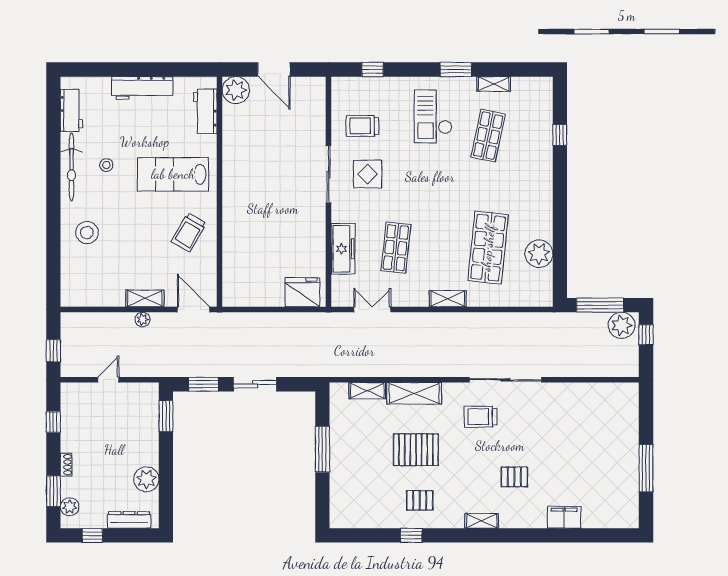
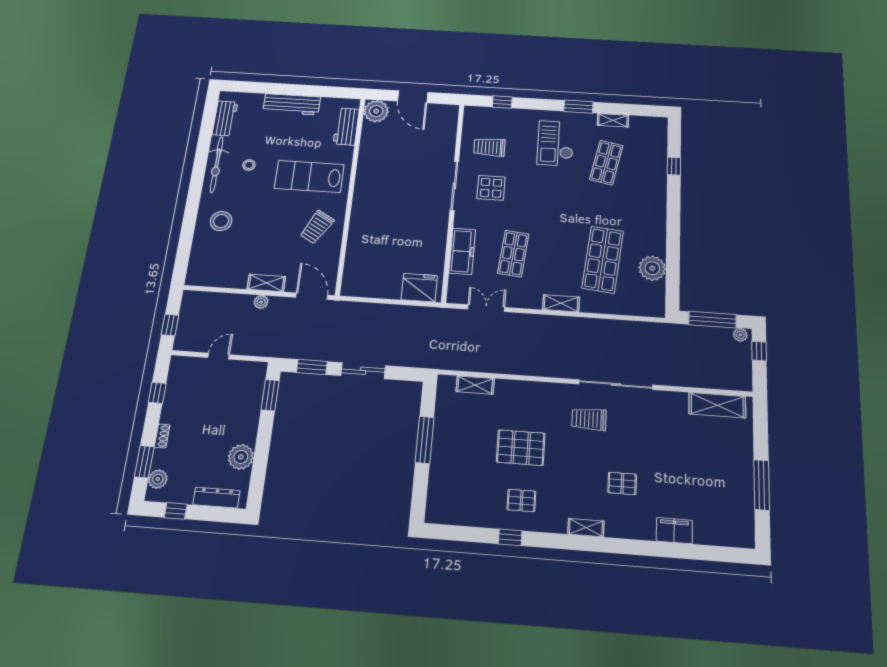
plant: (622, 325) -> (740, 335), width x0.53, depth x0.53
shelving: (414, 393) -> (717, 405), moved

